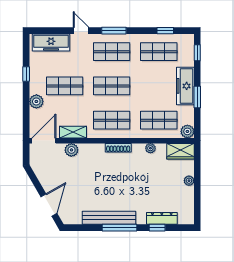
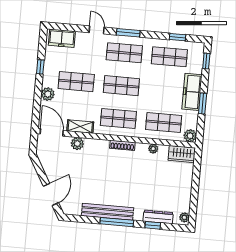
freezer: (51, 42) -> (62, 38), width x0.71
door: (44, 141) -> (52, 132), hinge flipped
plant: (189, 181) -> (184, 217), moved

